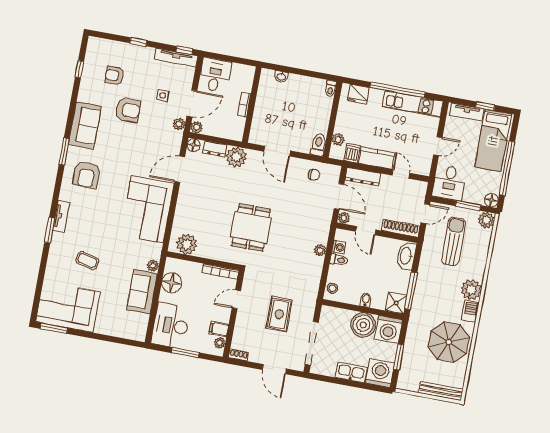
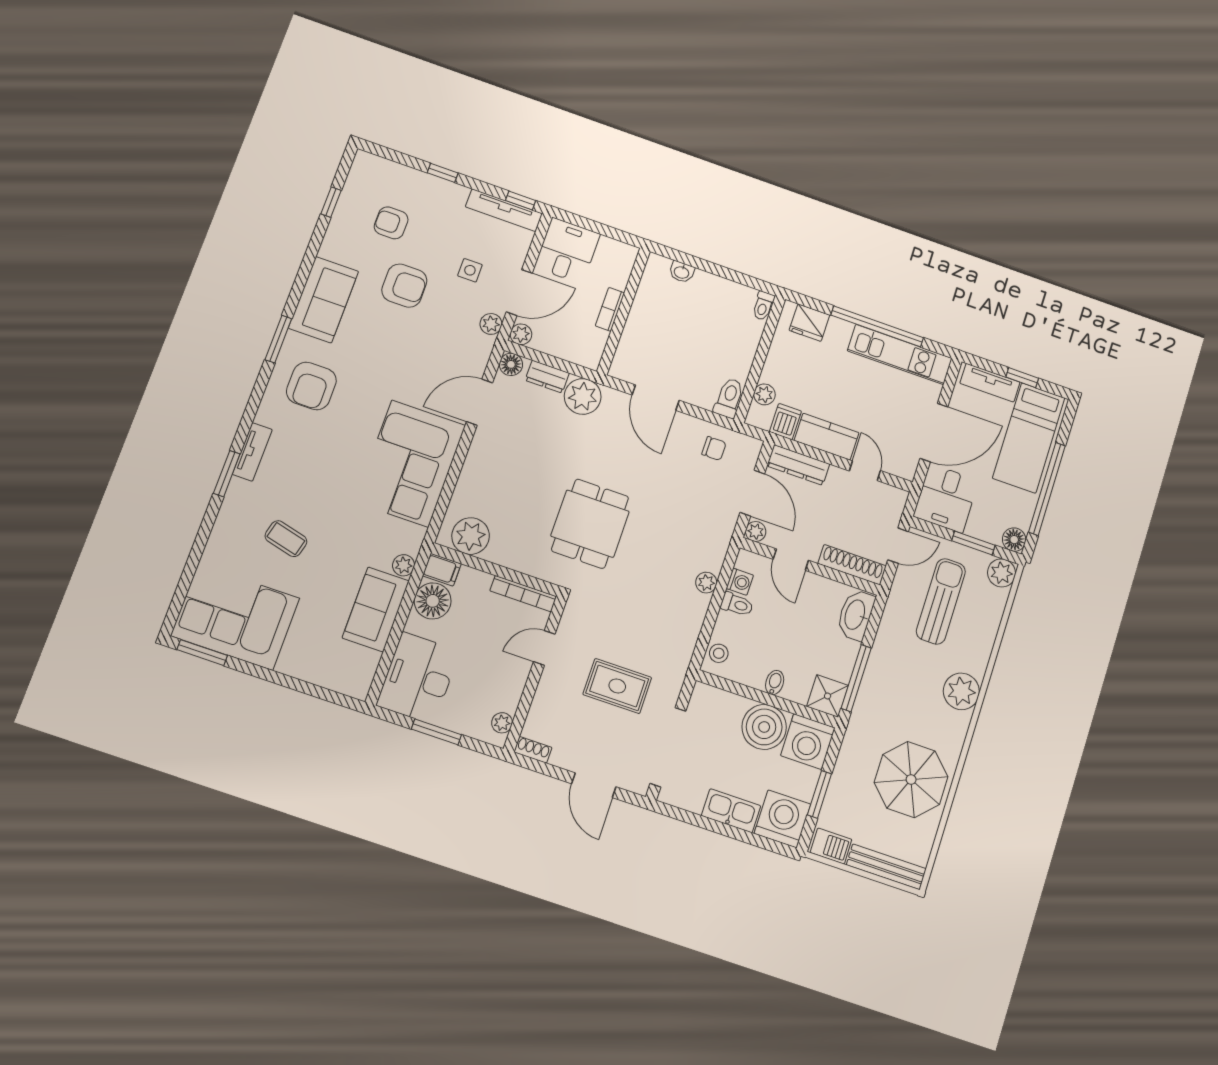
door: (438, 146) -> (934, 433), width x1.88
barbecue: (470, 311) -> (831, 846), moved, turned 90
rug: (279, 314) -> (617, 686), turned 90
filing cabinet: (219, 329) -> (442, 570), moved, turned 180

